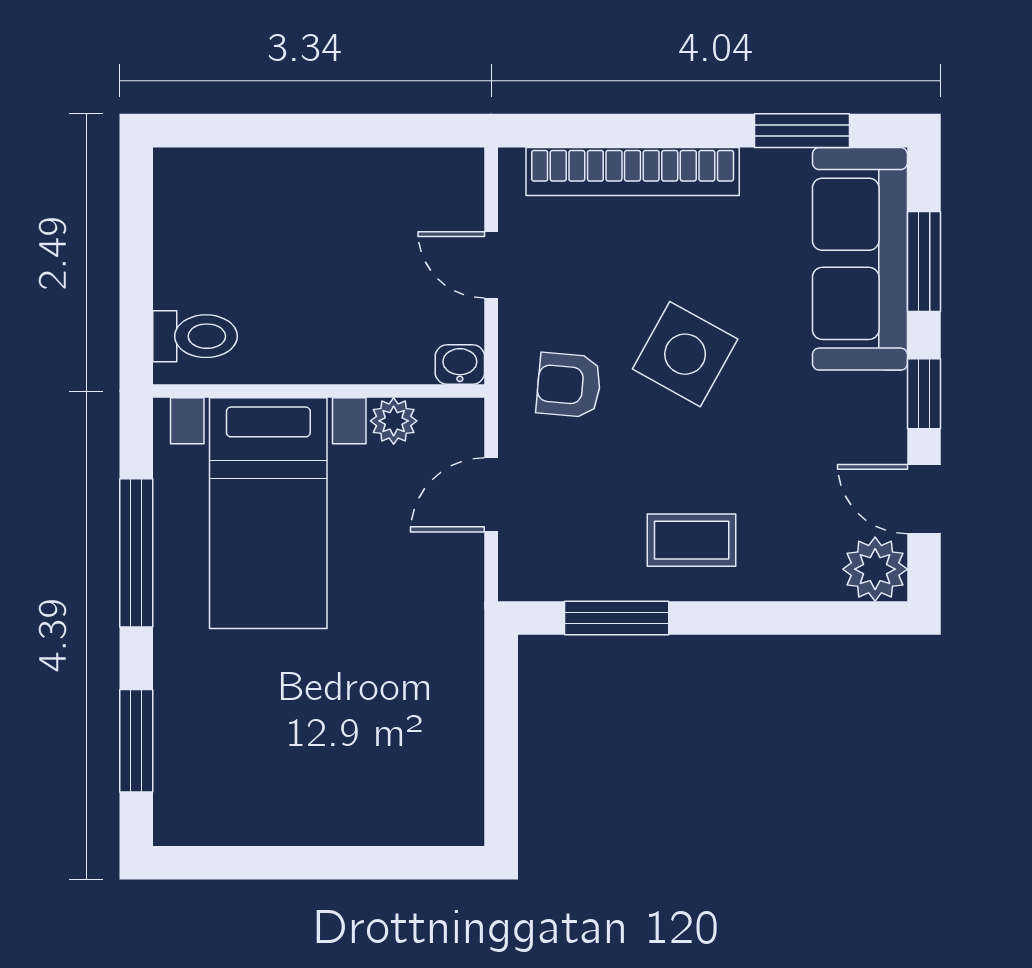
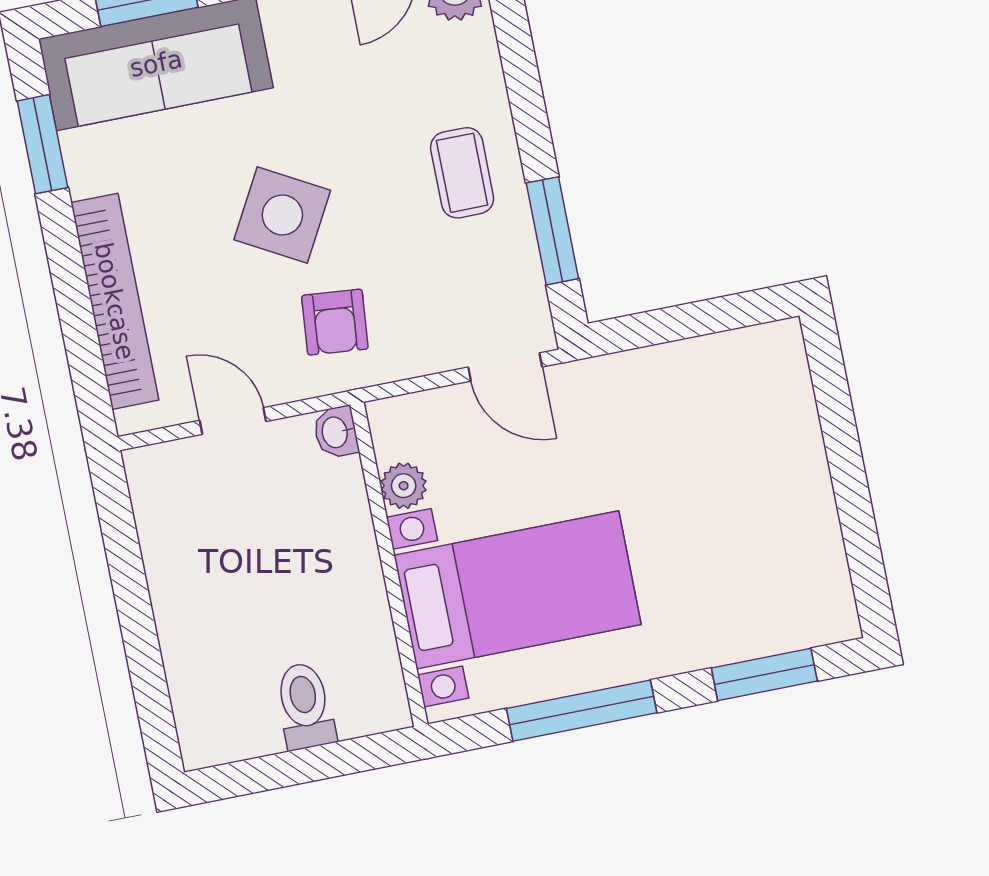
door: (491, 265) -> (233, 421), swing flipped
toilet: (195, 336) -> (305, 706), moved
door: (491, 495) -> (505, 367), moved

